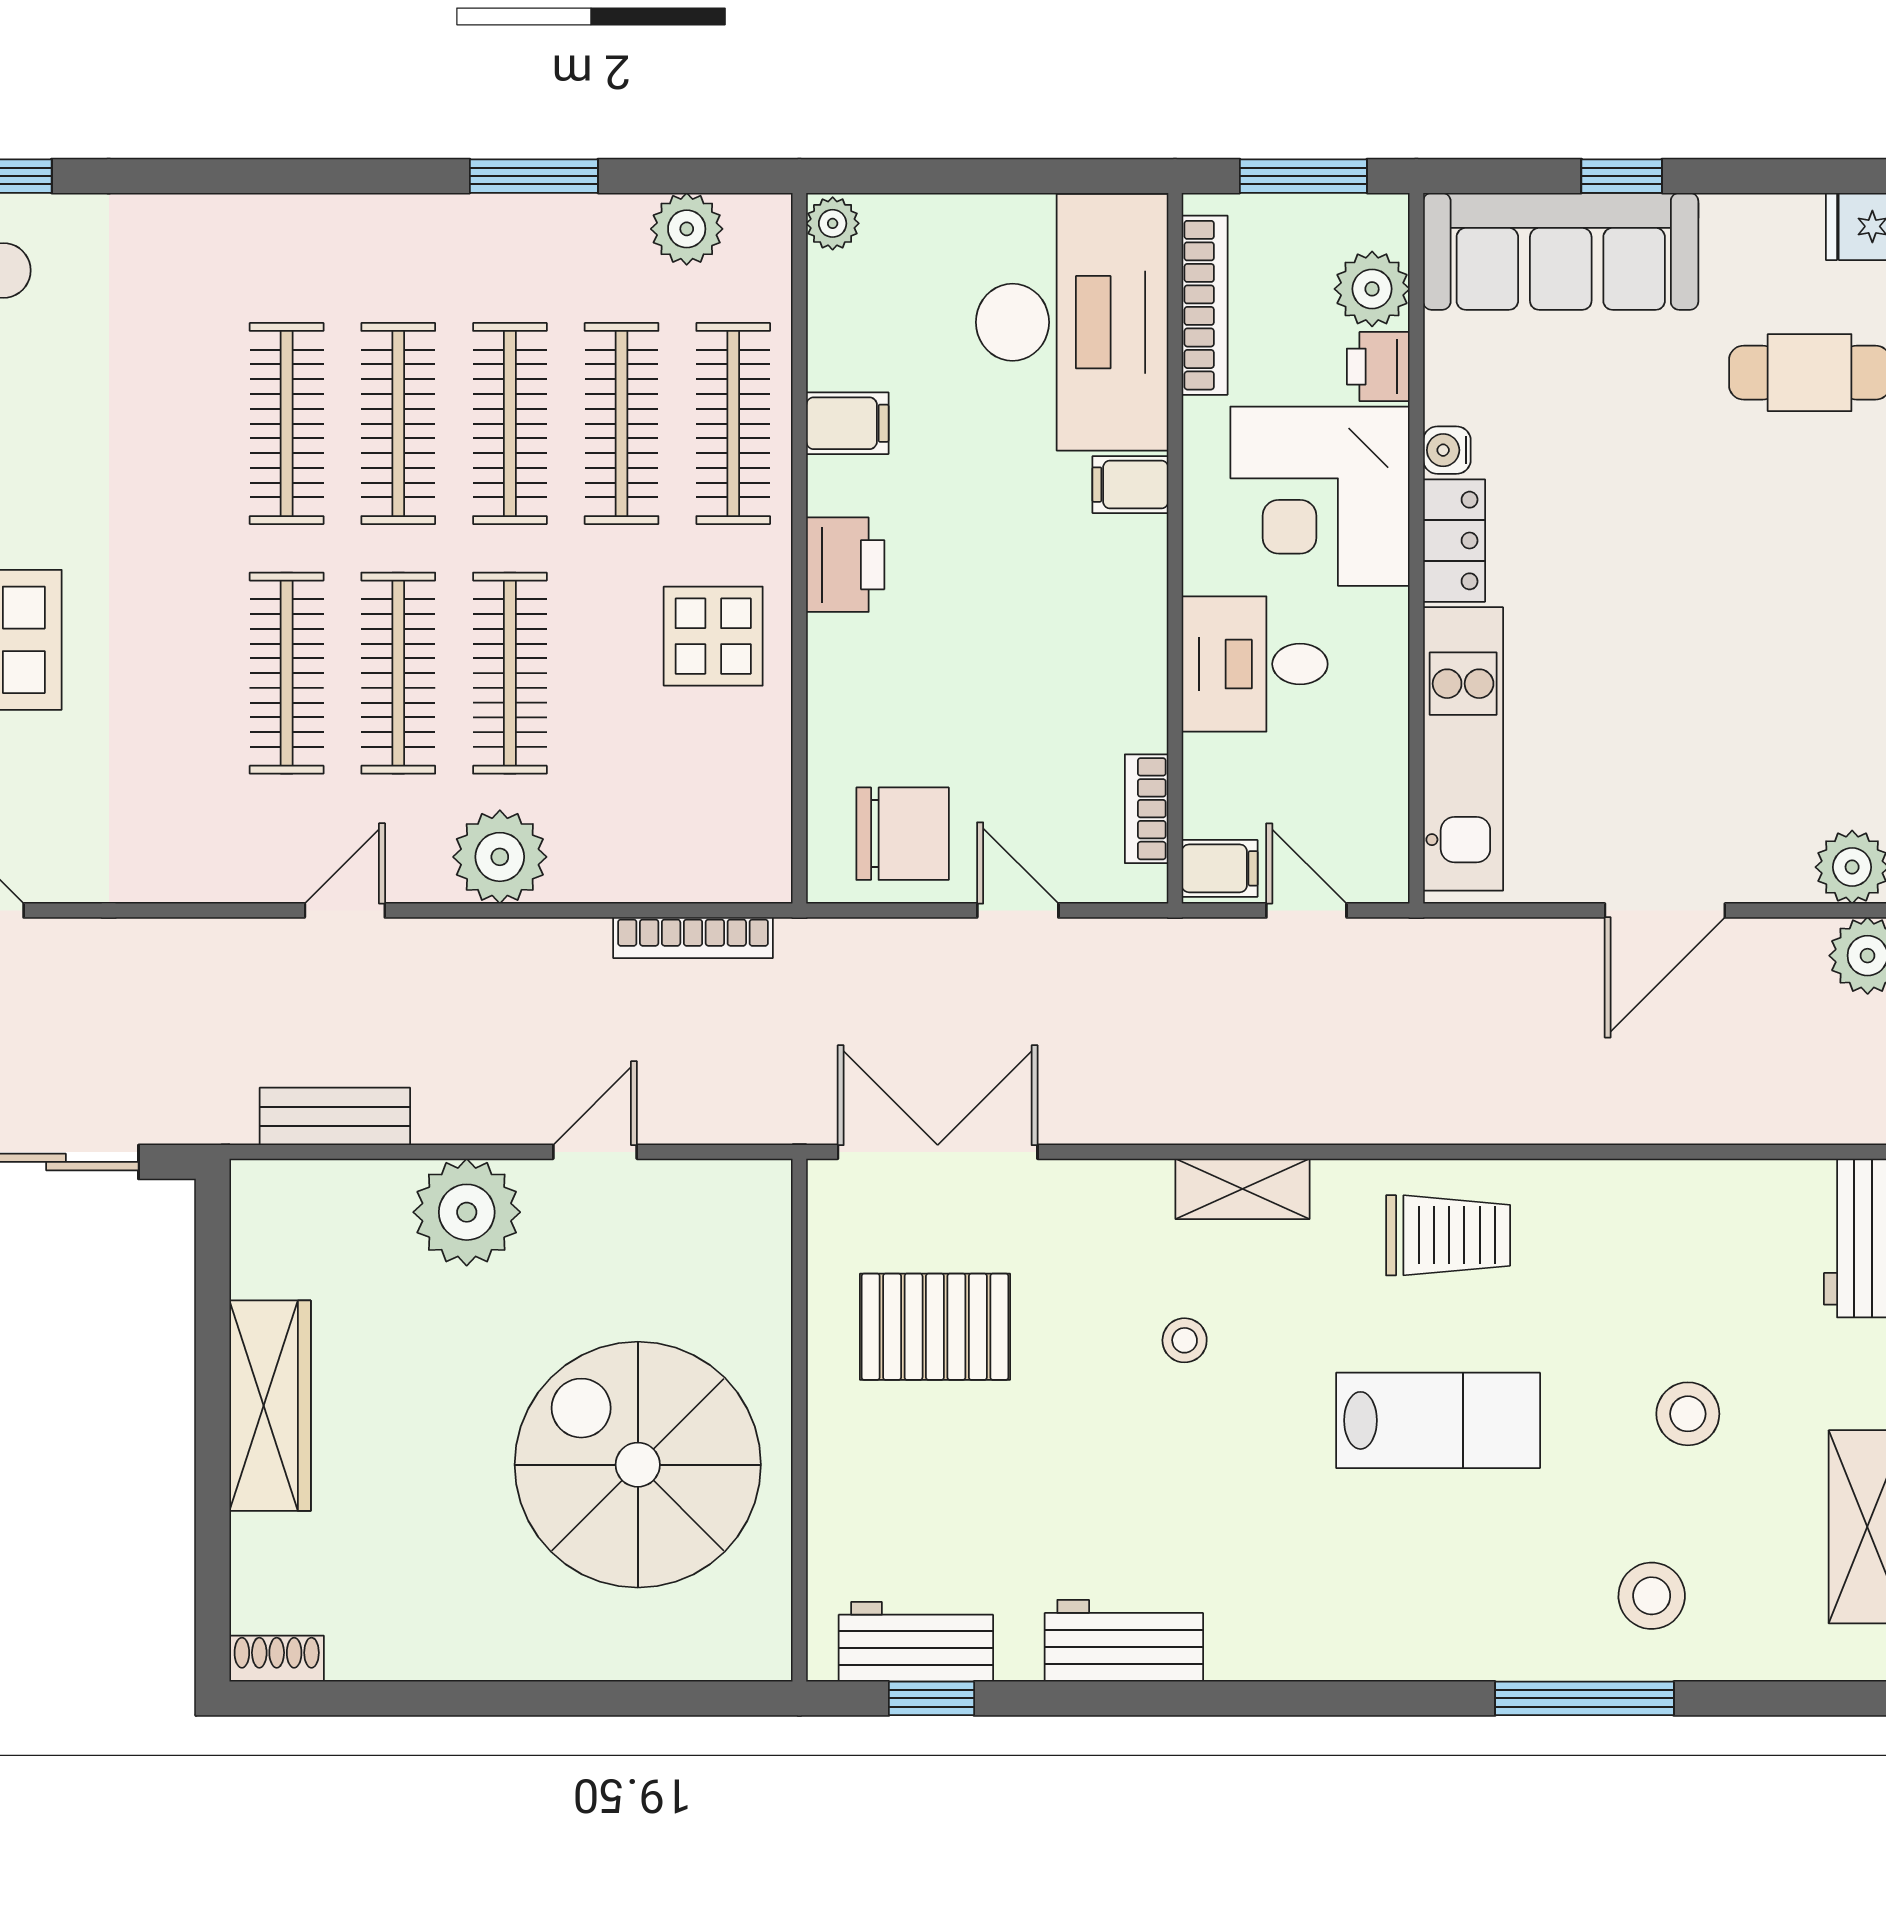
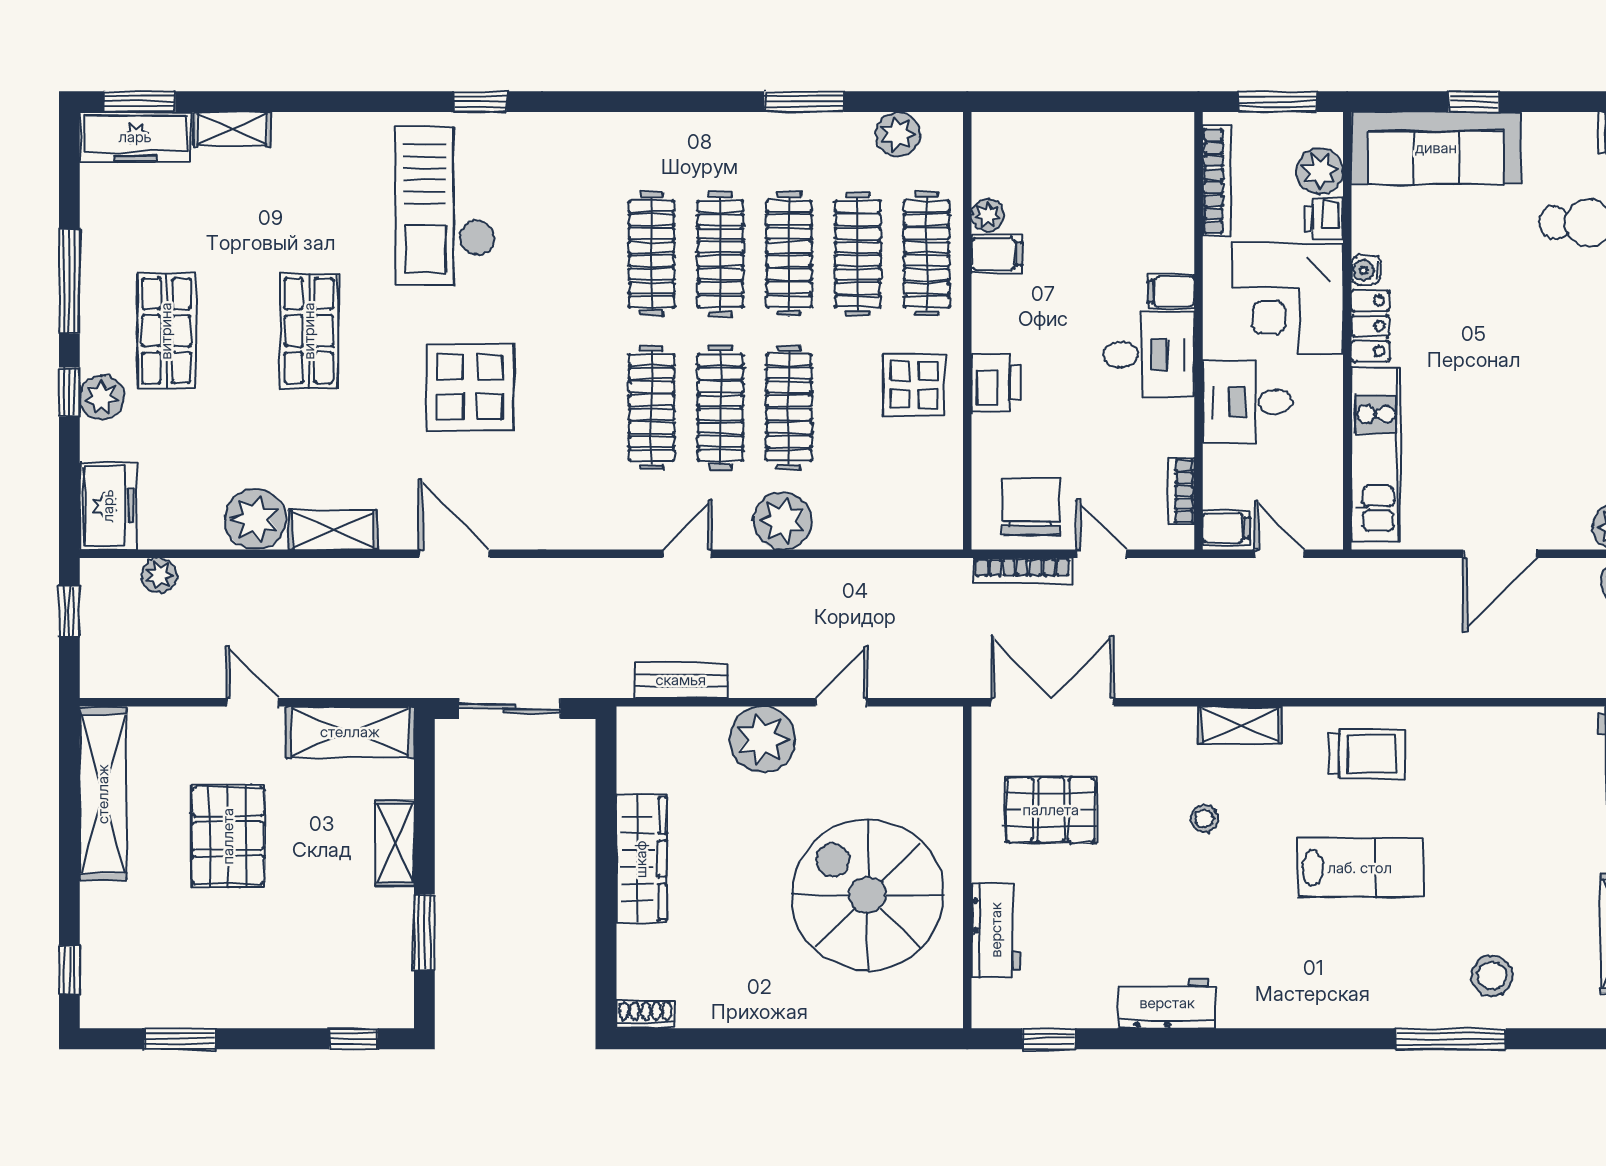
plant: (833, 223) -> (988, 215), moved
desk: (1072, 322) -> (1149, 355), moved, width x0.53, depth x0.77
printer: (845, 565) -> (996, 383), moved
chair: (903, 834) -> (1031, 506), turned -90
bookcase: (693, 938) -> (1022, 570), moved
stool: (1688, 1414) -> (1514, 864), removed
workbench: (916, 1642) -> (996, 930), moved, turned 90

